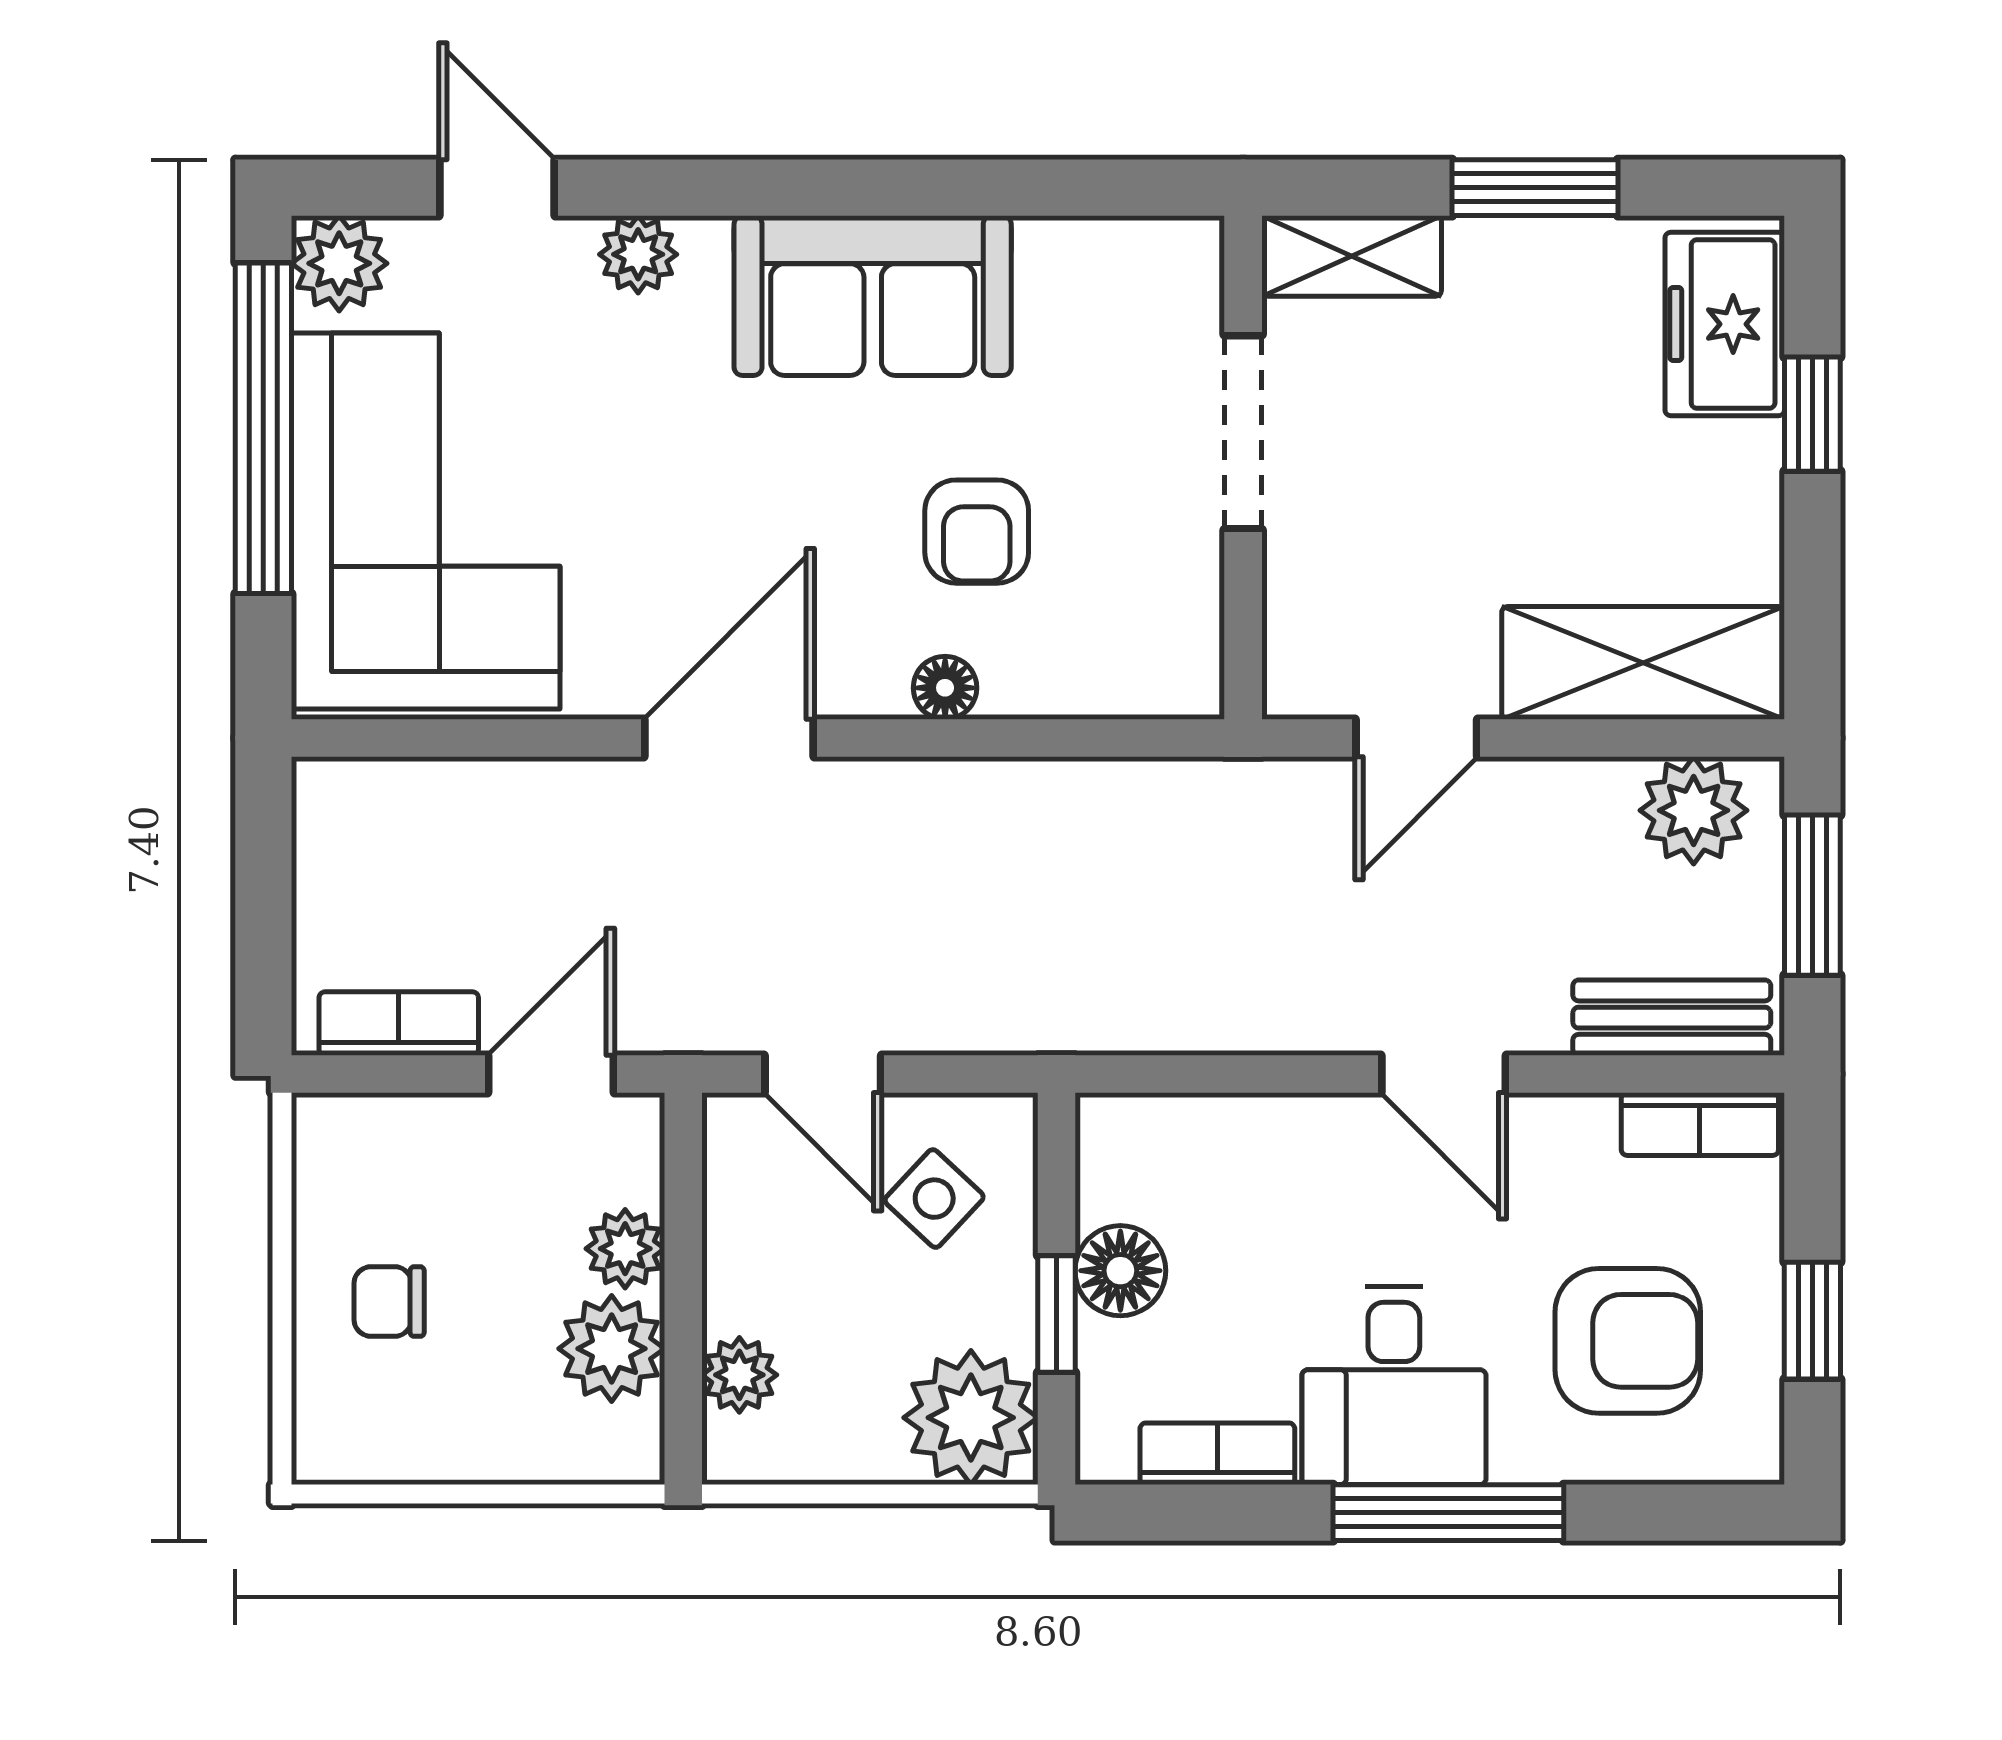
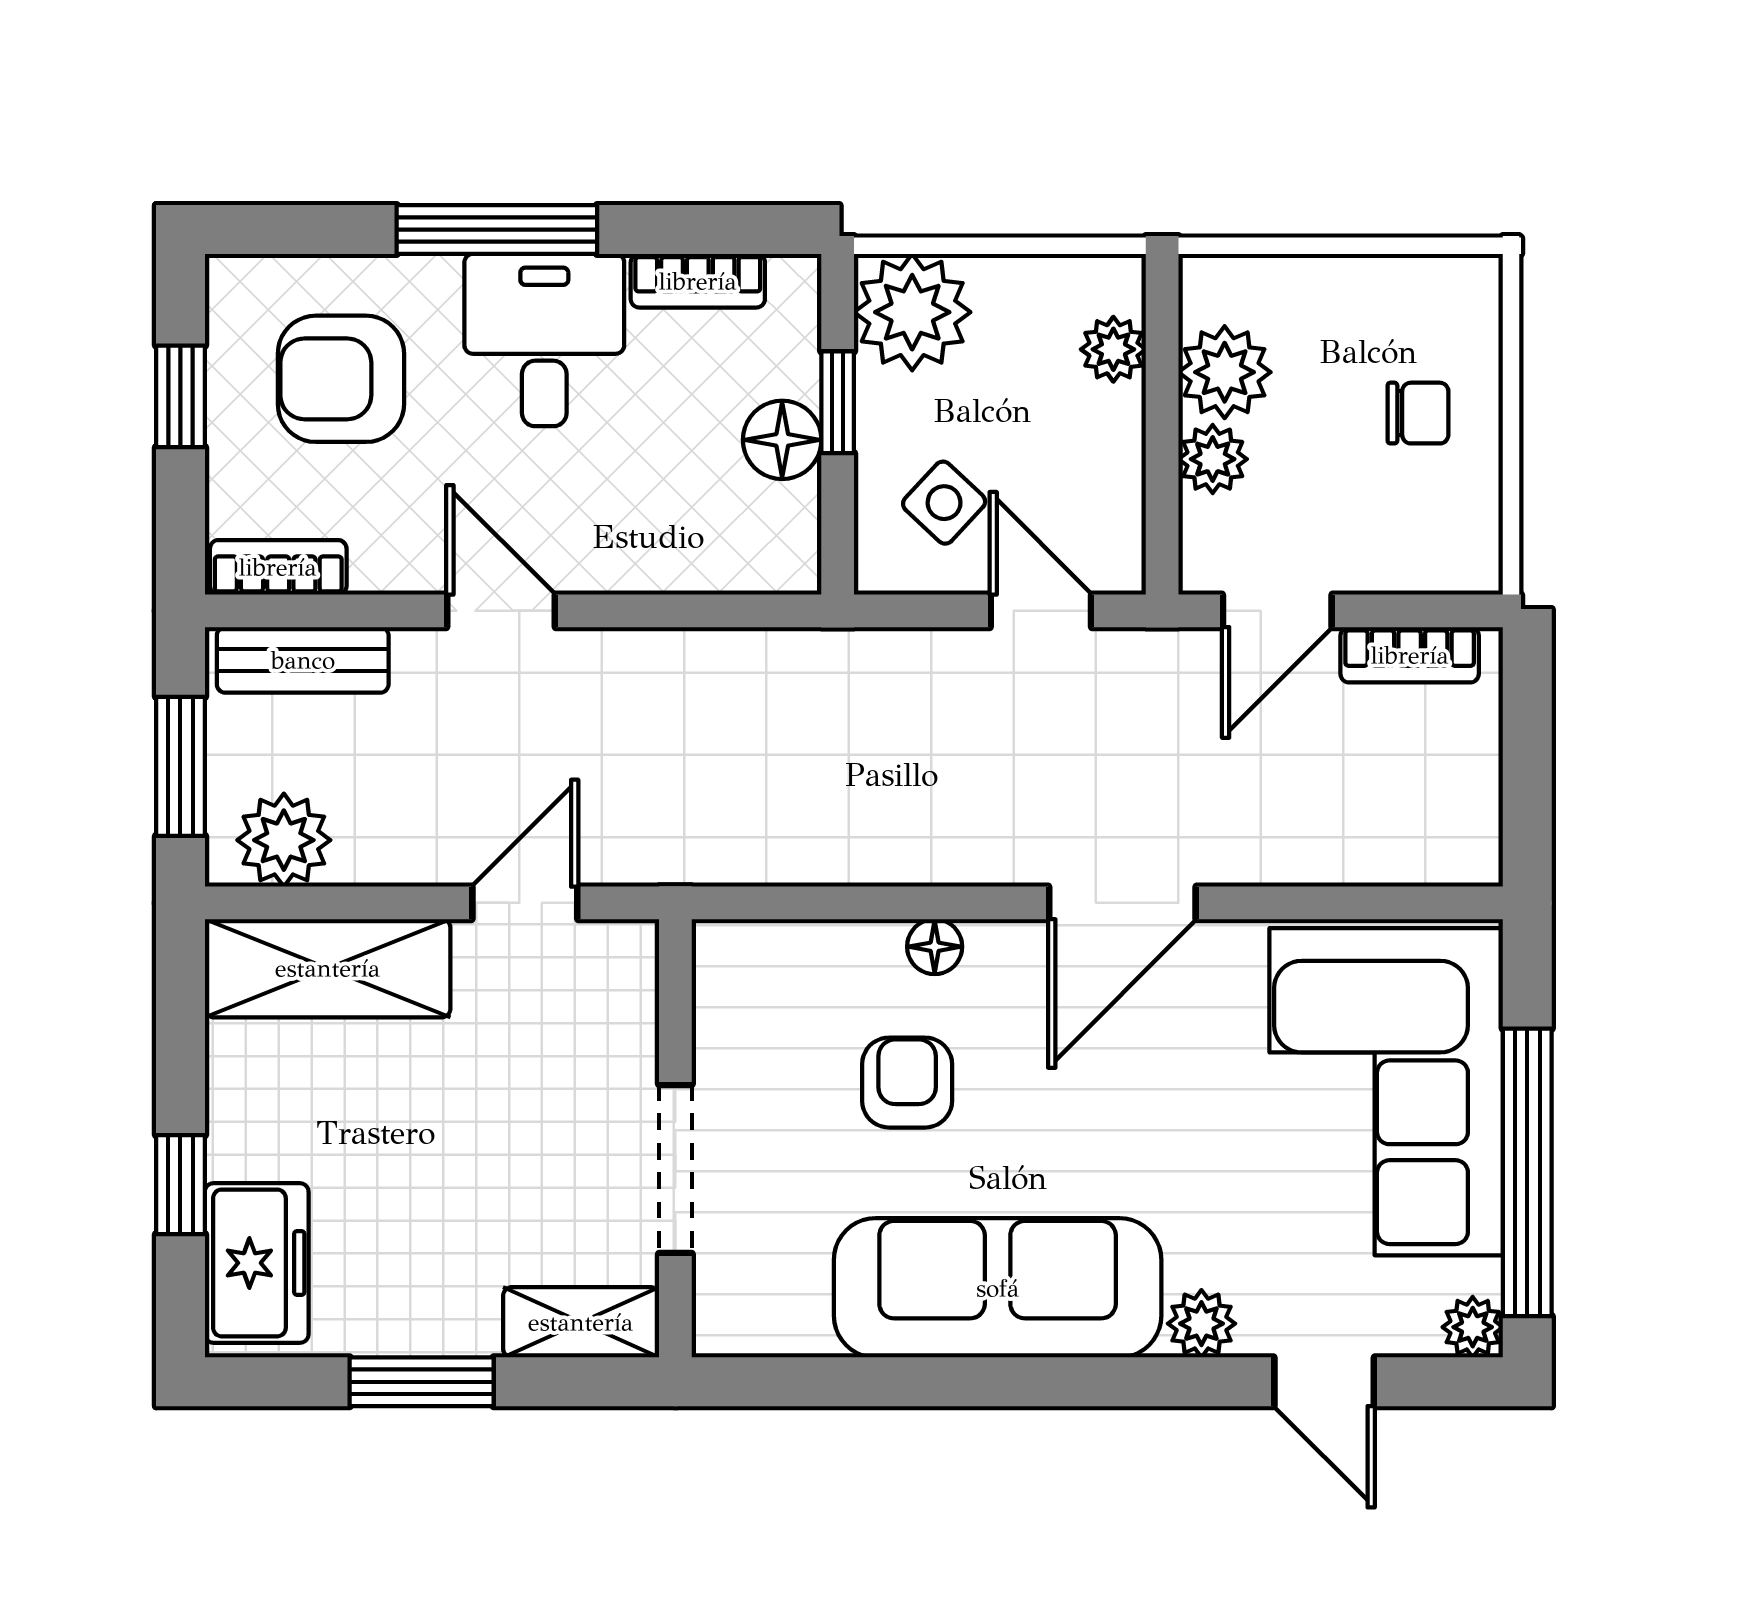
plant: (339, 263) -> (1473, 1327), width x0.73, depth x0.73
sofa: (873, 296) -> (998, 1288), width x1.36

